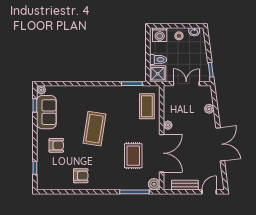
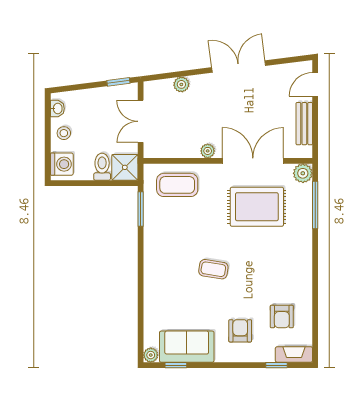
coffee table: (94, 129) -> (213, 269), width x0.54, depth x0.58
rug: (133, 156) -> (257, 207), width x1.36, depth x1.43
armchair: (81, 176) -> (282, 317), moved, turned 180
fireplace: (42, 179) -> (294, 354), added
door: (209, 192) -> (315, 84), hinge flipped

